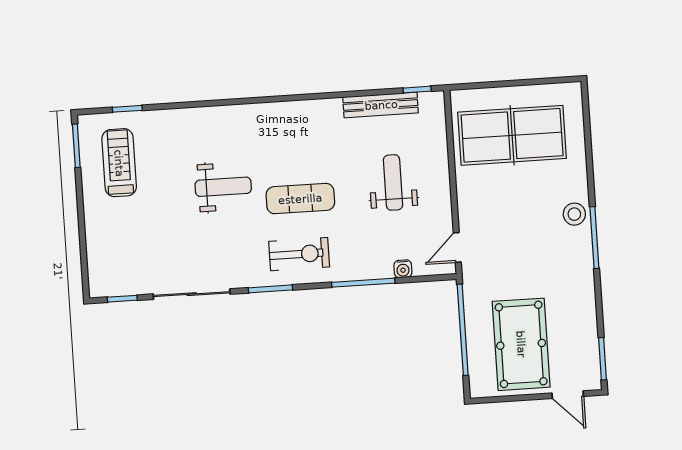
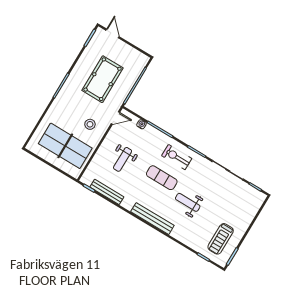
bench: (266, 114) -> (152, 219), added
stool: (574, 214) -> (90, 124), moved
pool table: (521, 344) -> (103, 79), moved

